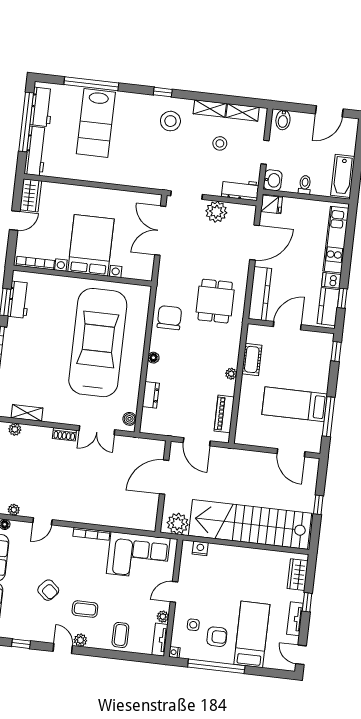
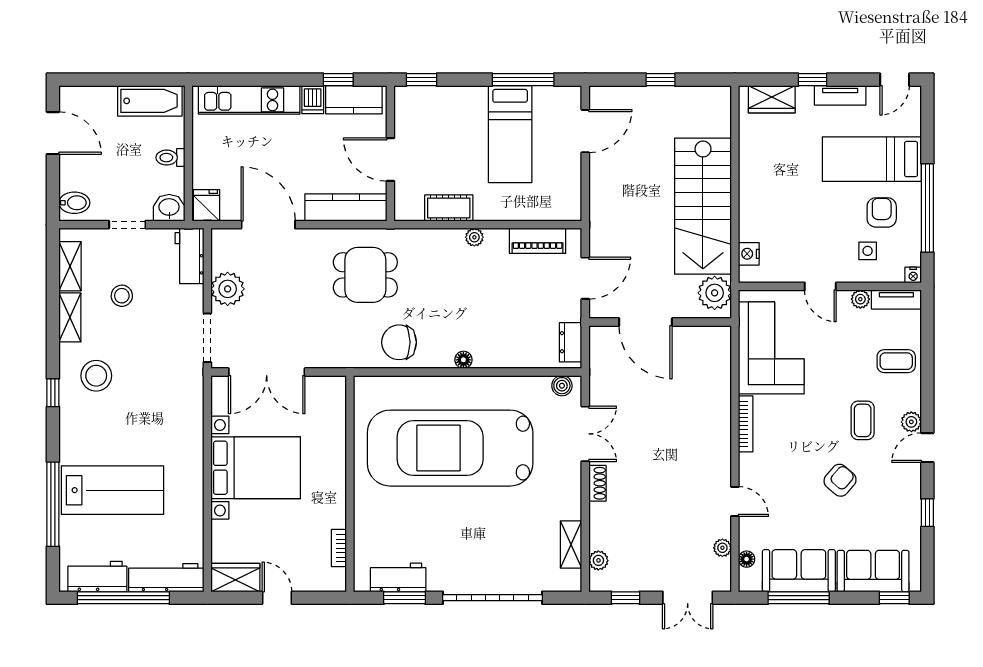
bed with nightstands: (91, 245) -> (256, 468), moved, turned 180
bookcase: (35, 263) -> (339, 548), width x0.64
dresser: (151, 395) -> (571, 342), moved, turned -90
stairs: (250, 524) -> (703, 206), width x0.73

